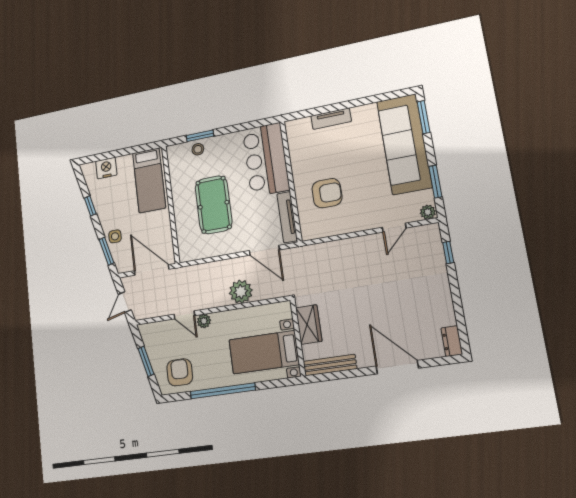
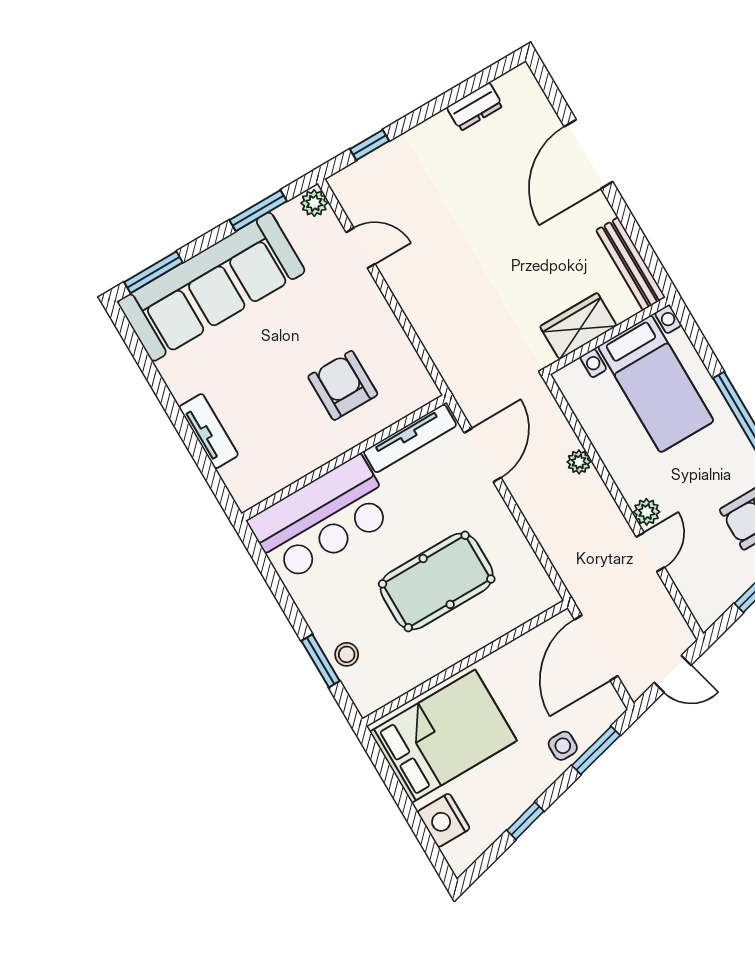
bed: (149, 180) -> (443, 736), width x1.50
plant: (241, 292) -> (579, 462), width x0.53, depth x0.53
dresser: (452, 341) -> (475, 107), moved

